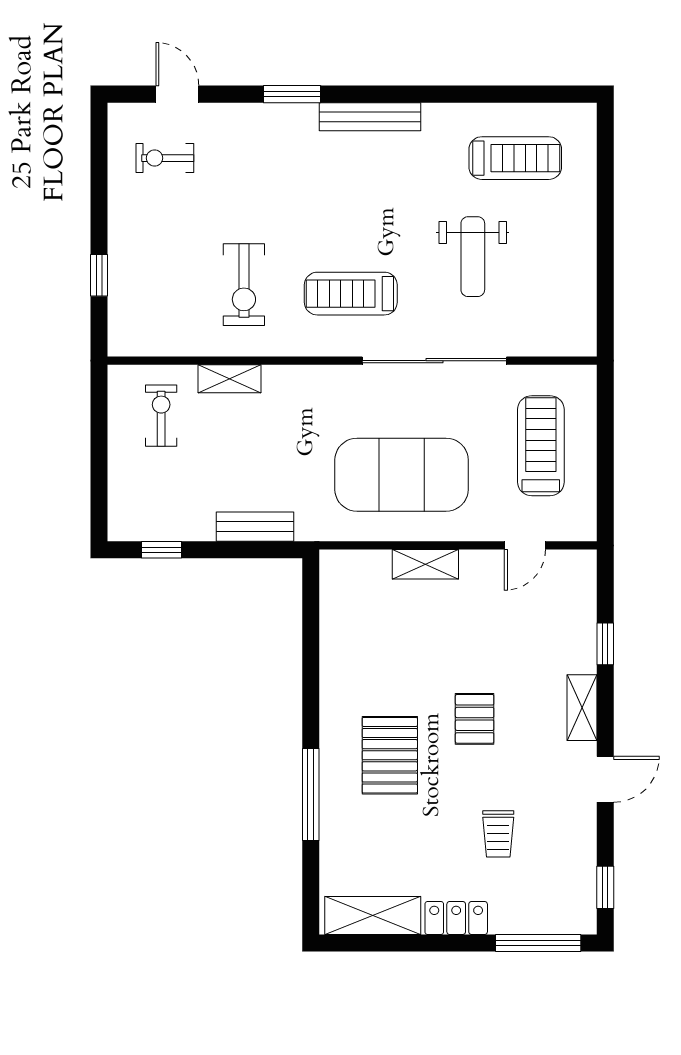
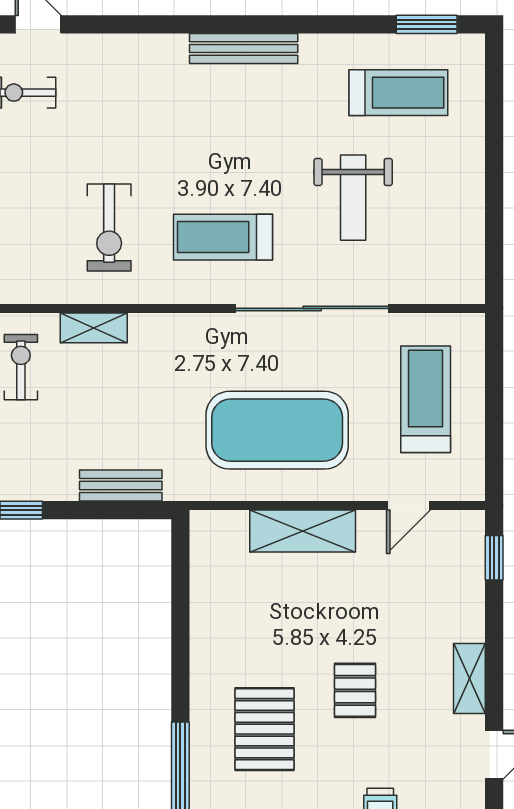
window: (292, 94) -> (427, 24), moved
shelving: (425, 564) -> (303, 531), width x1.50, depth x1.33
window: (605, 644) -> (494, 558), moved

